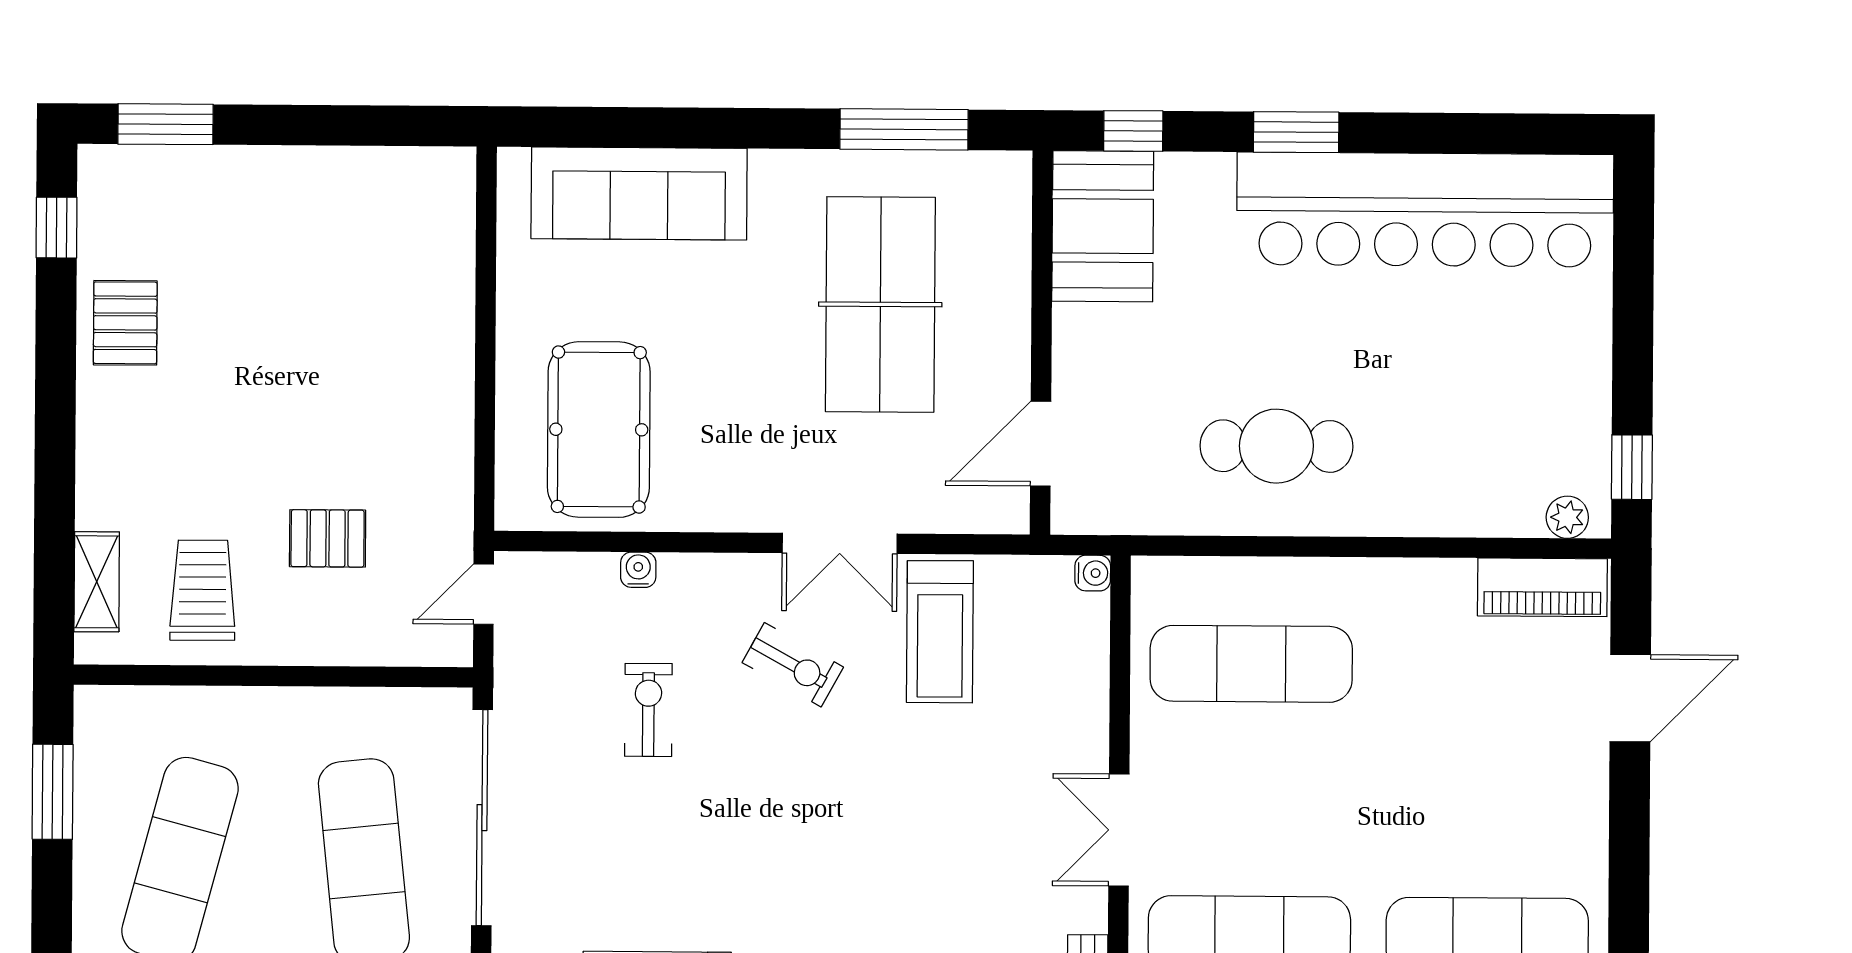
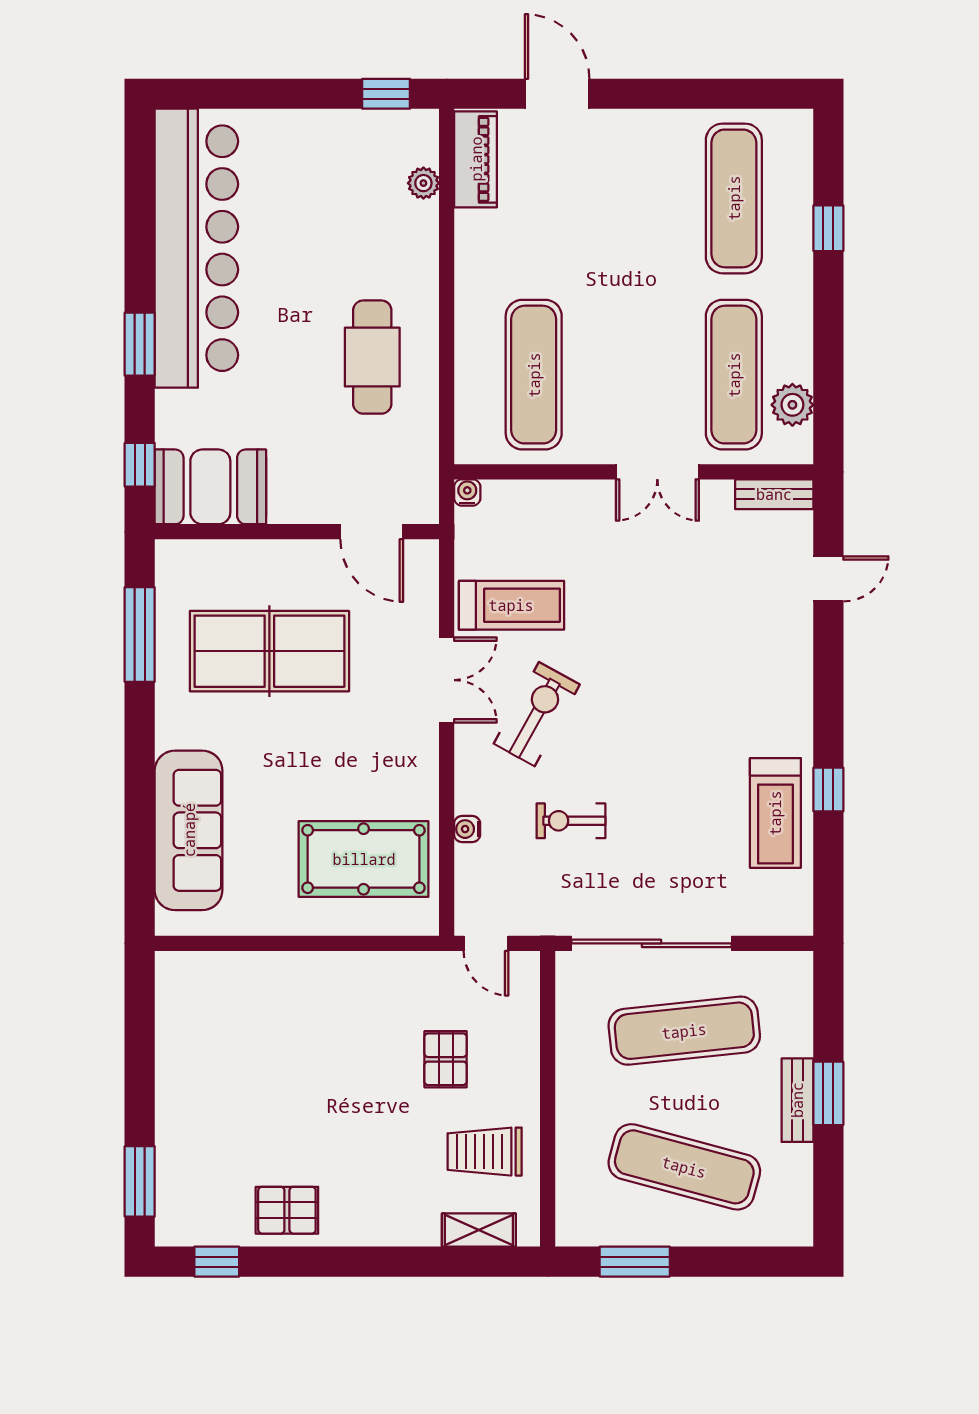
plant: (1567, 517) -> (423, 183), moved
exercise bike: (793, 665) -> (537, 714), width x1.38, depth x1.39

